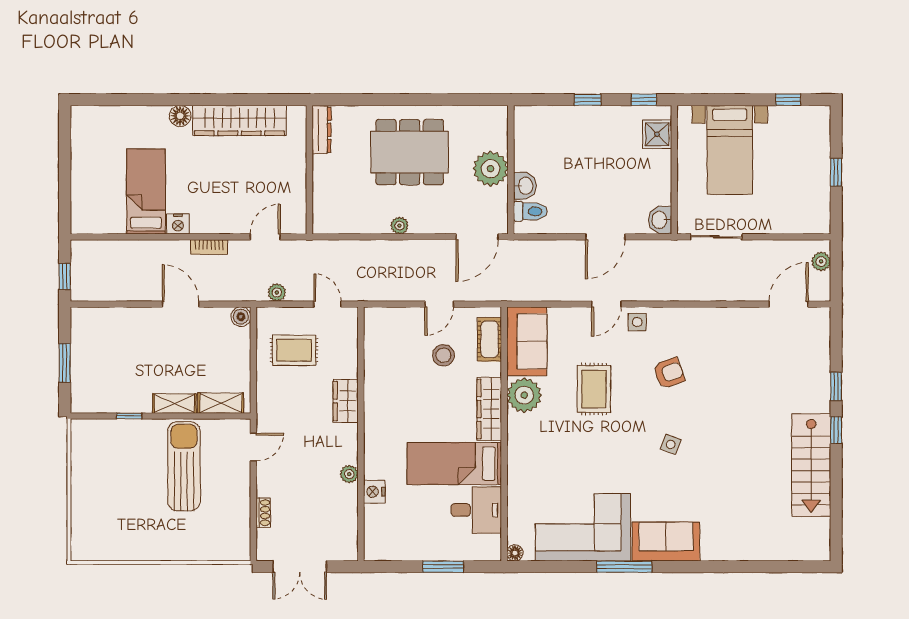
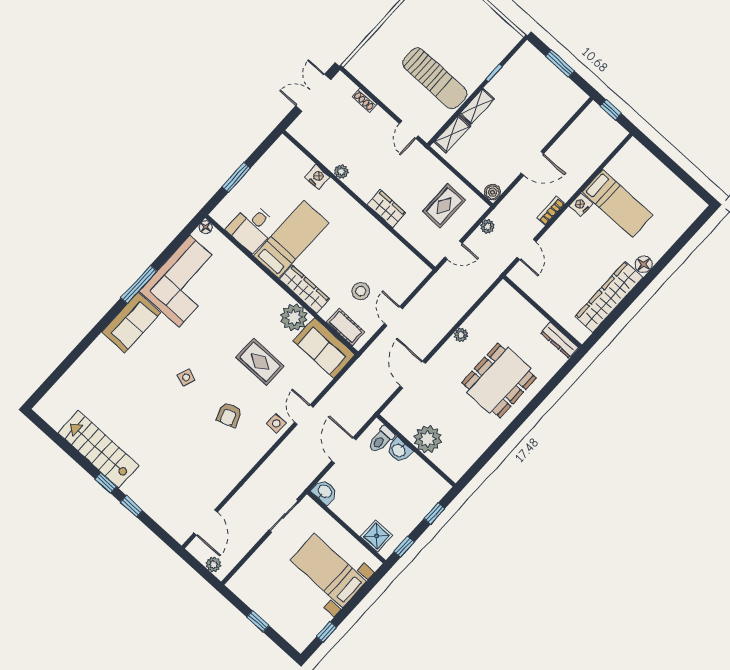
plant: (491, 169) -> (428, 439), moved
wall: (511, 170) -> (416, 450), moved
washbasin: (525, 186) -> (399, 450), moved
toilet: (530, 211) -> (381, 440), moved

